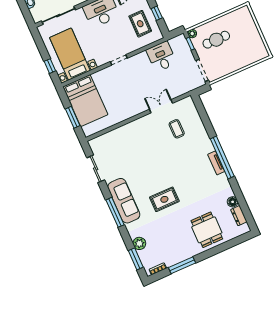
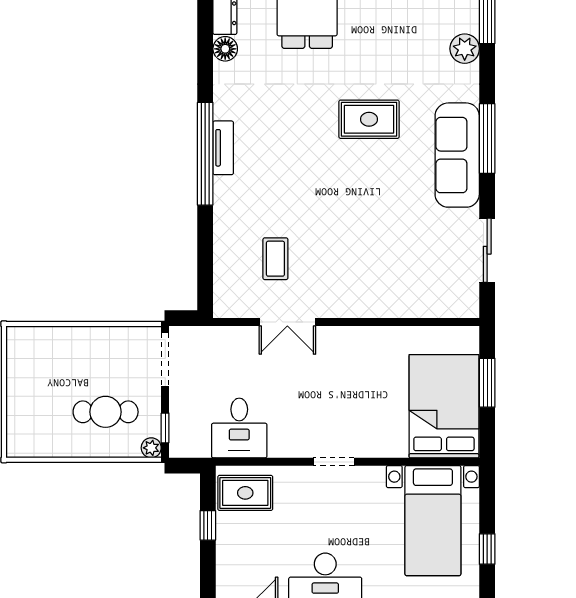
rug: (140, 24) -> (245, 493), moved, turned 90
window: (50, 66) -> (487, 549), moved

